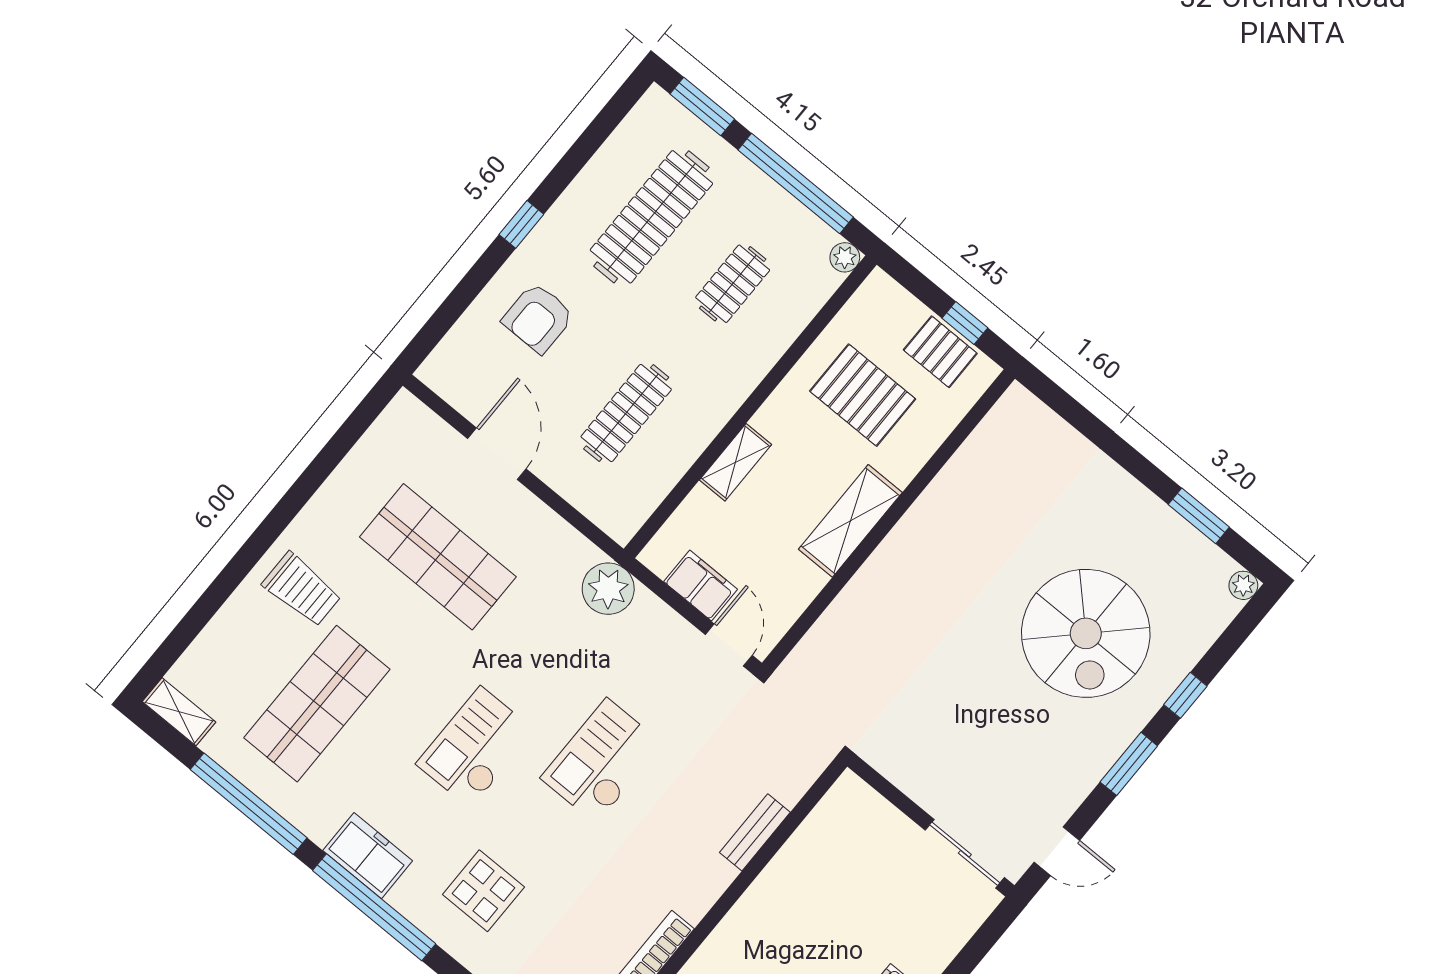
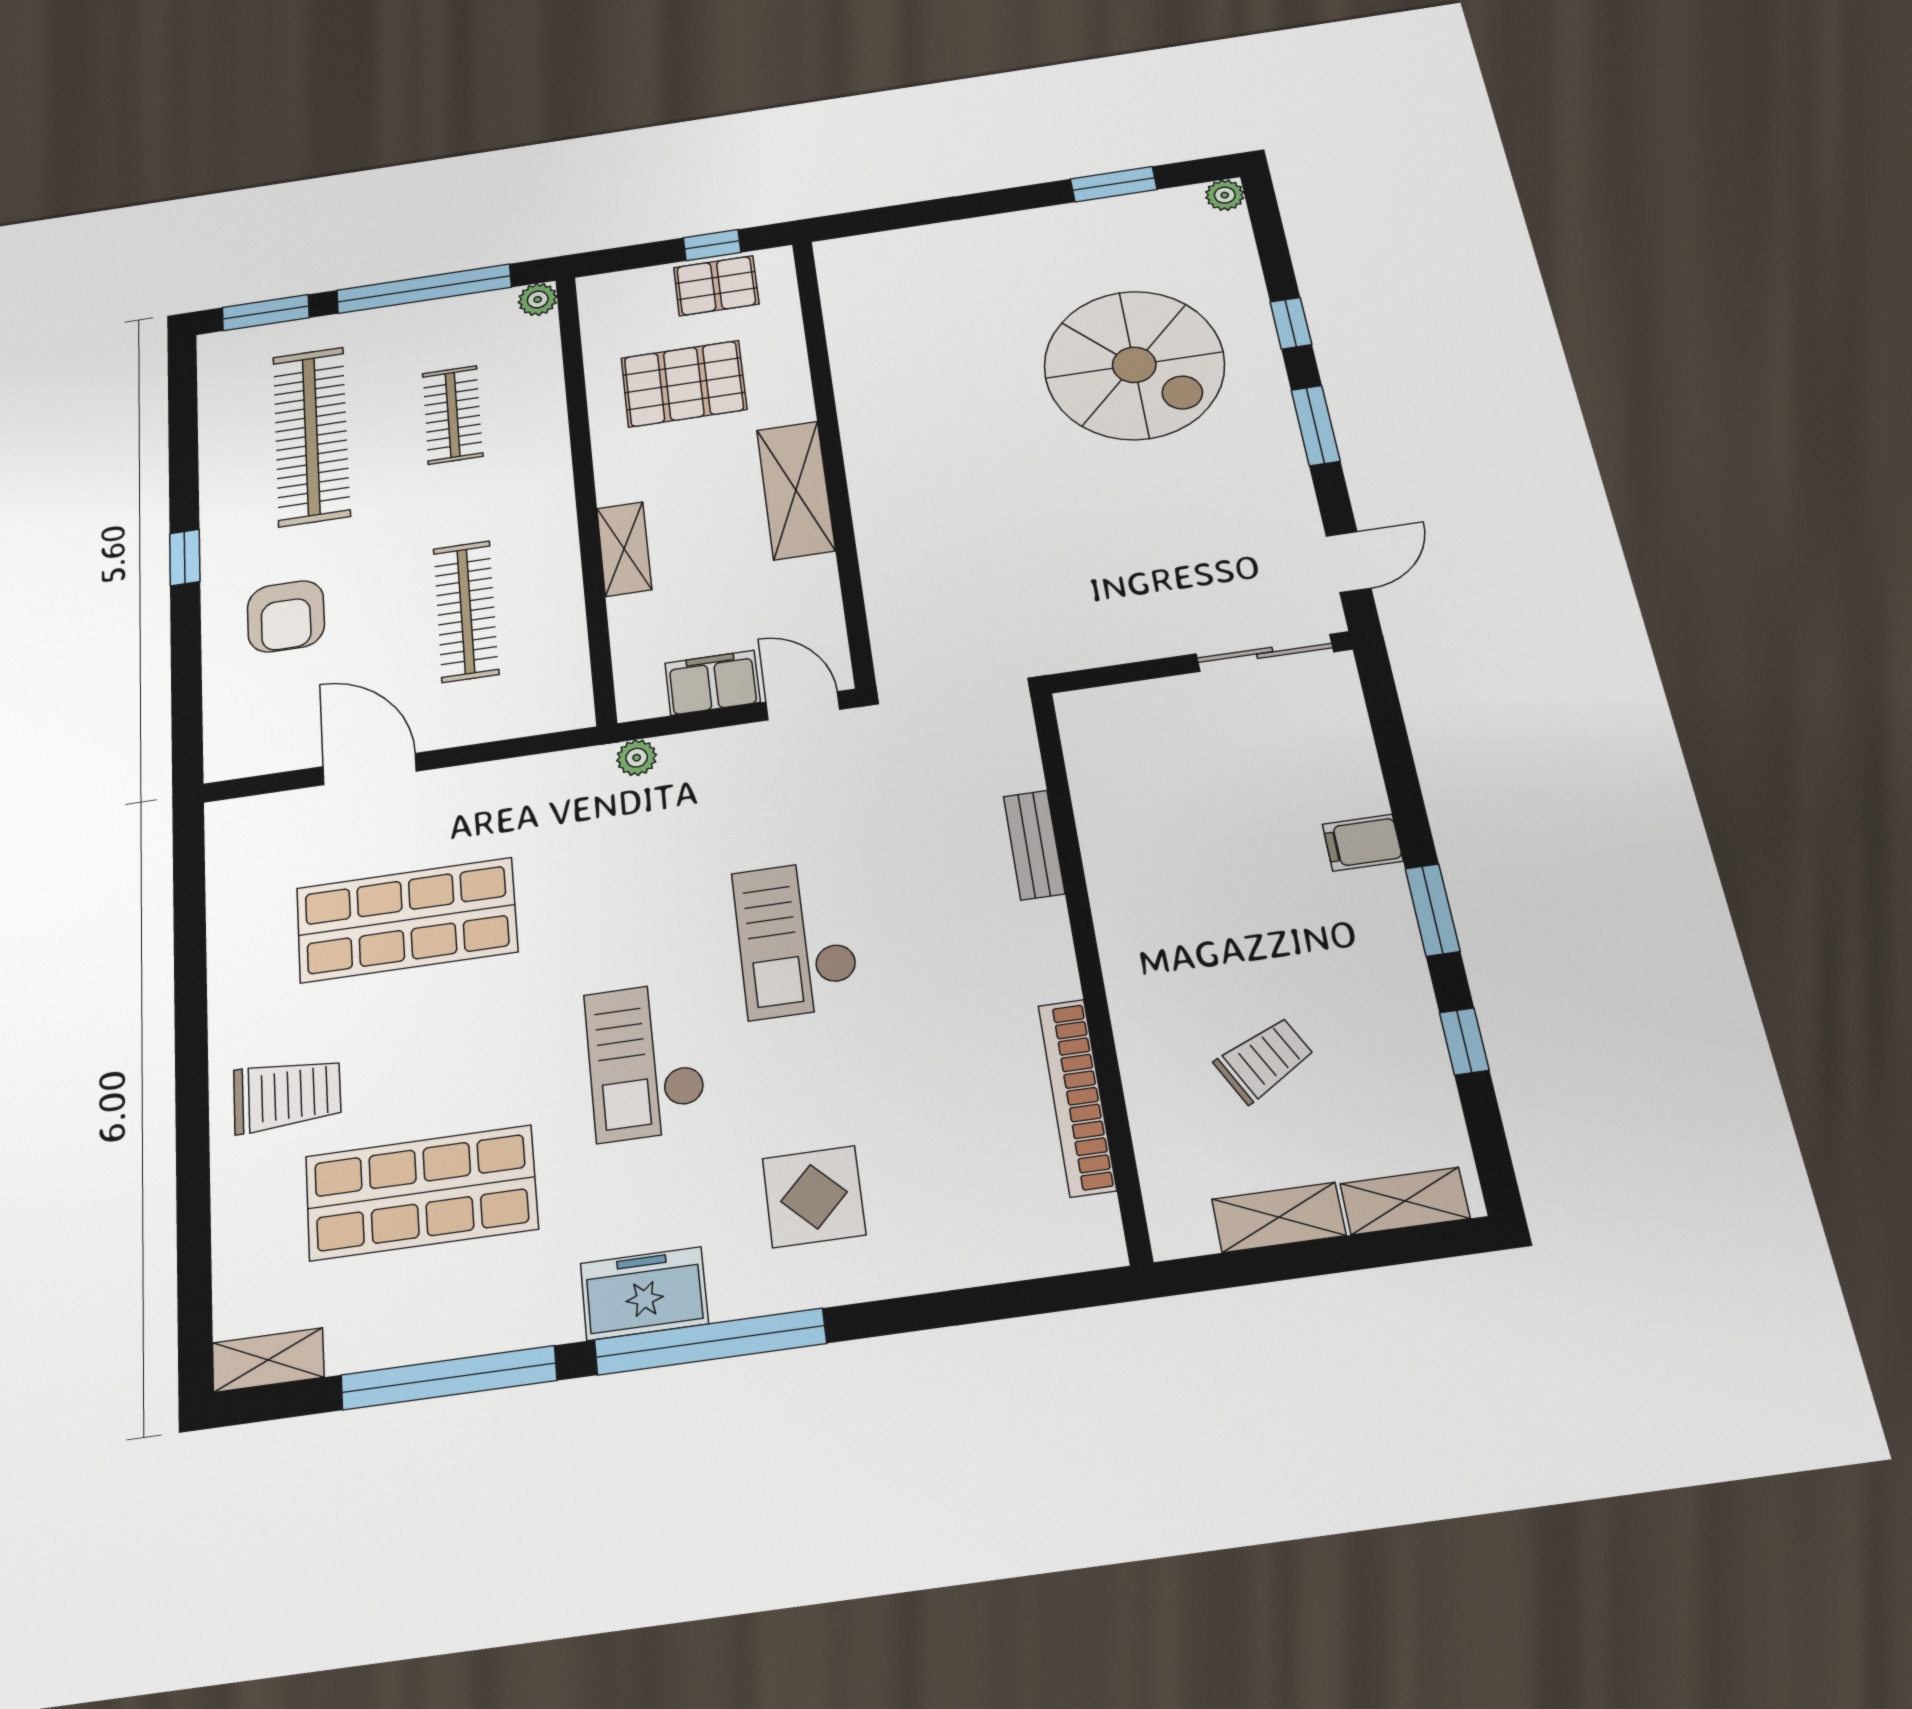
plant: (608, 589) -> (637, 758), width x0.53, depth x0.53
shop shelf: (317, 704) -> (421, 1193), turned 90

